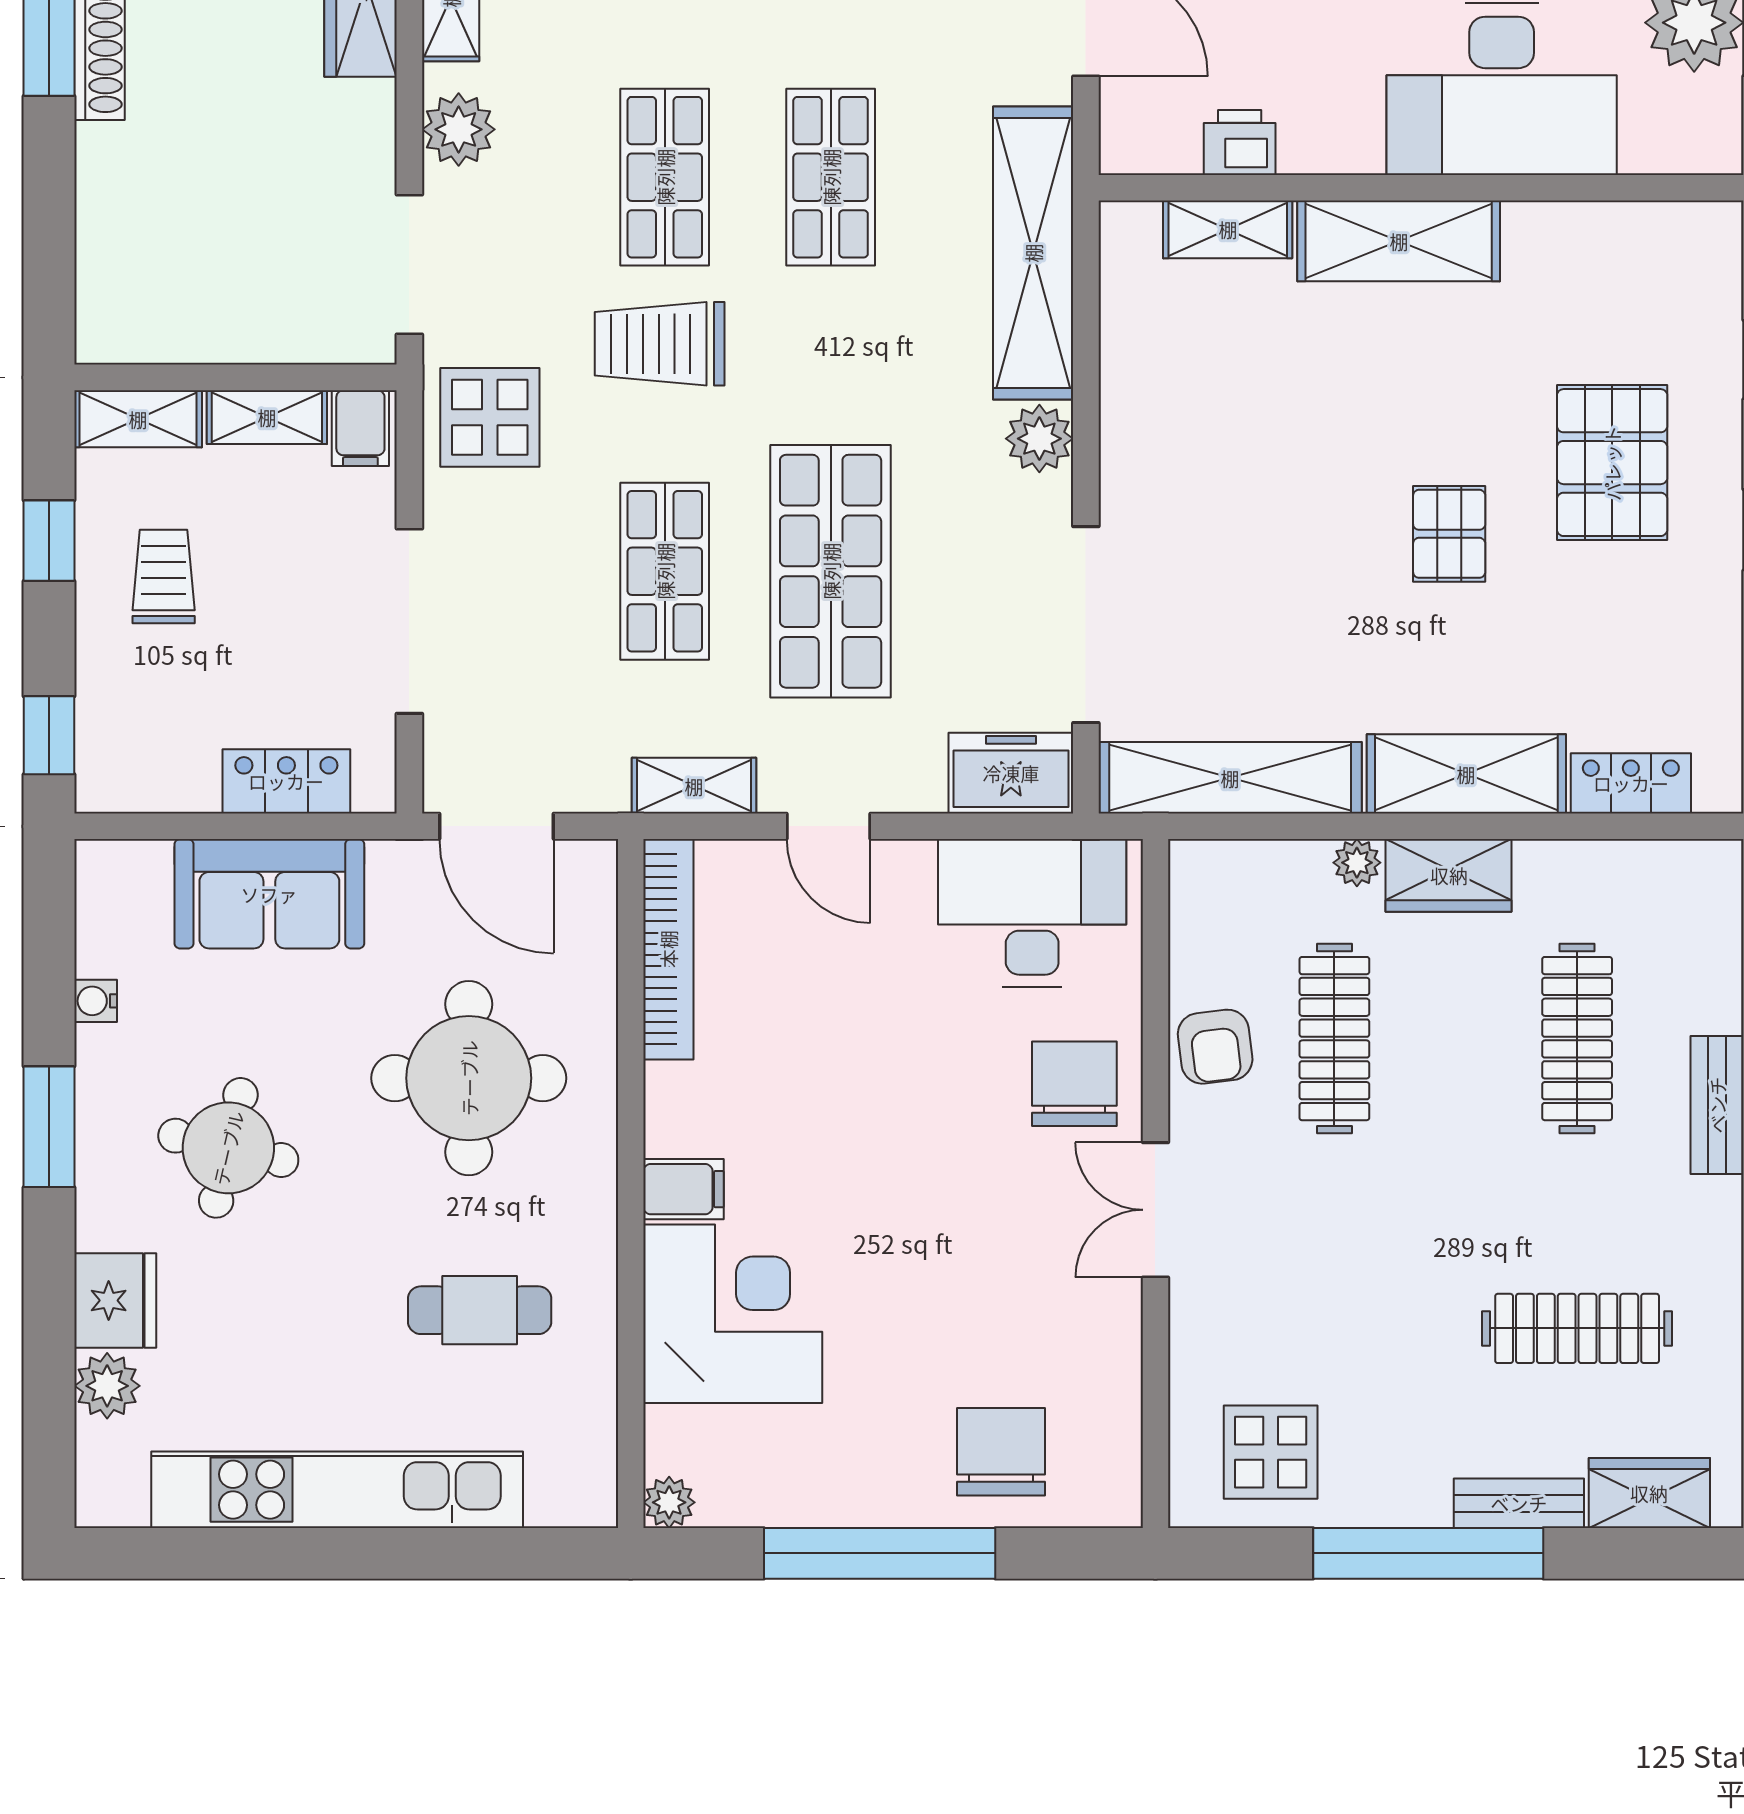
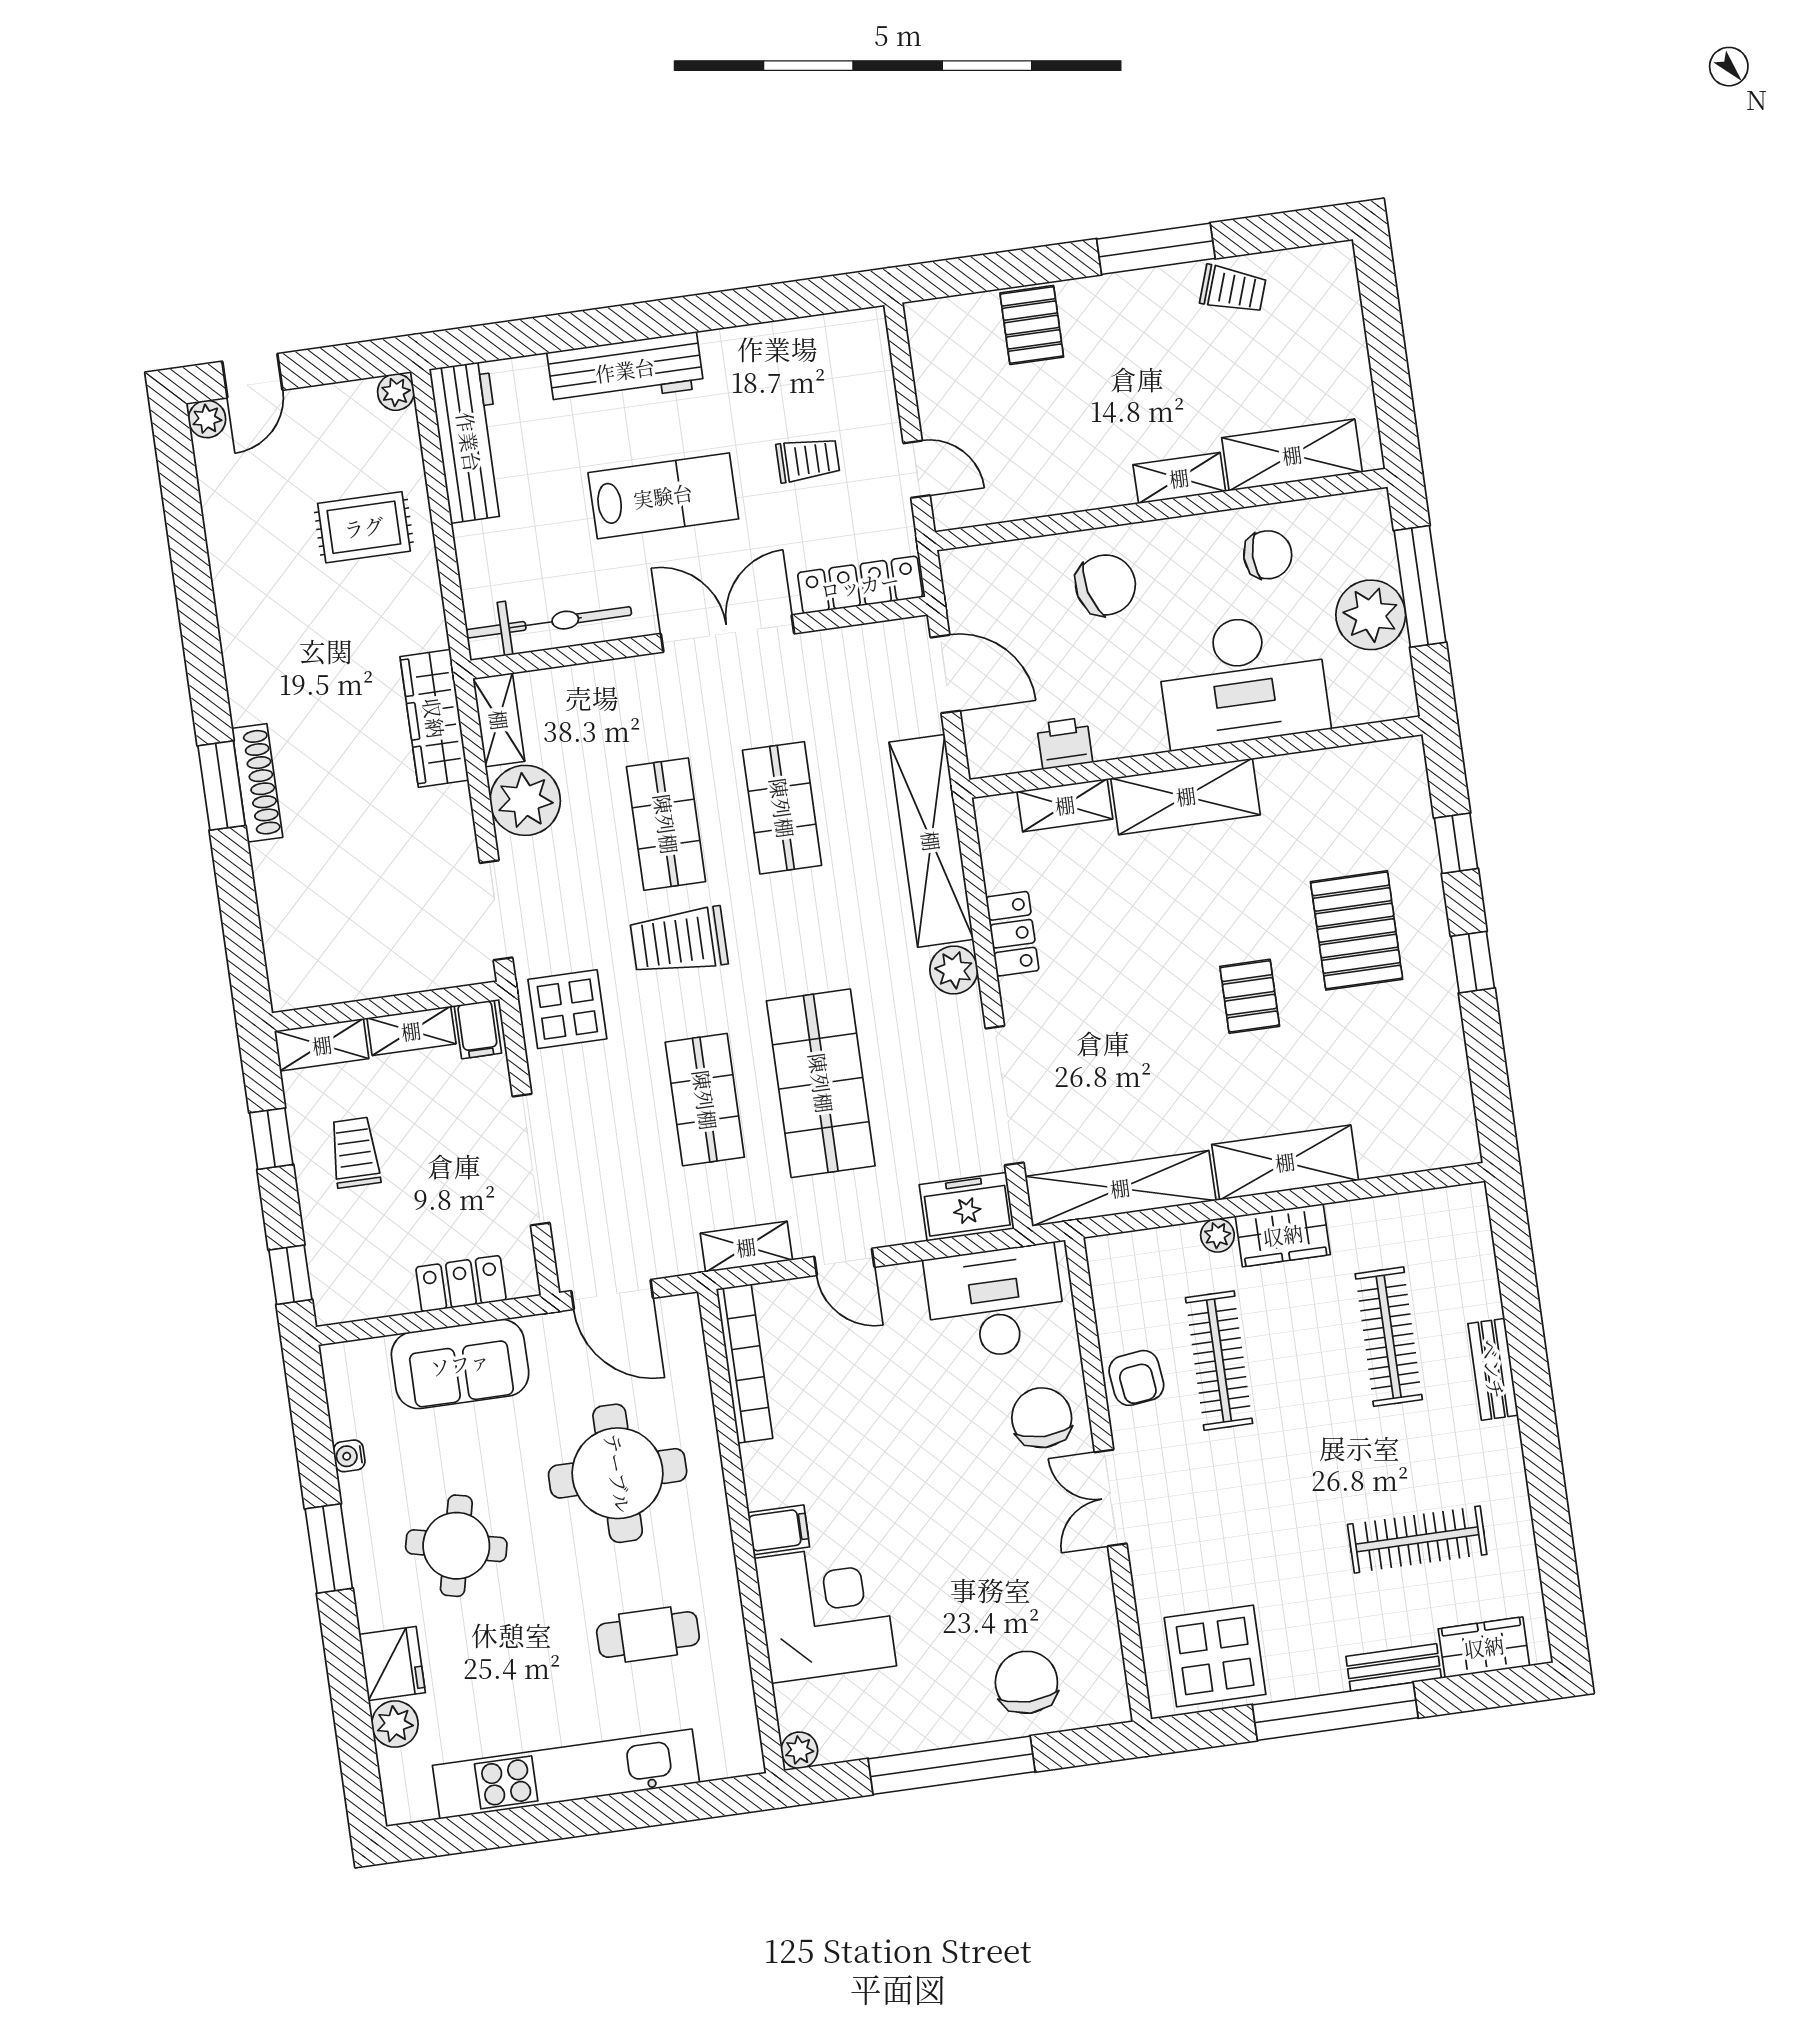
plant: (459, 129) -> (525, 800), width x1.36, depth x1.36
locker: (1631, 783) -> (1012, 934), moved, turned 90
display table: (1271, 1452) -> (1215, 1656), width x1.36, depth x1.36

